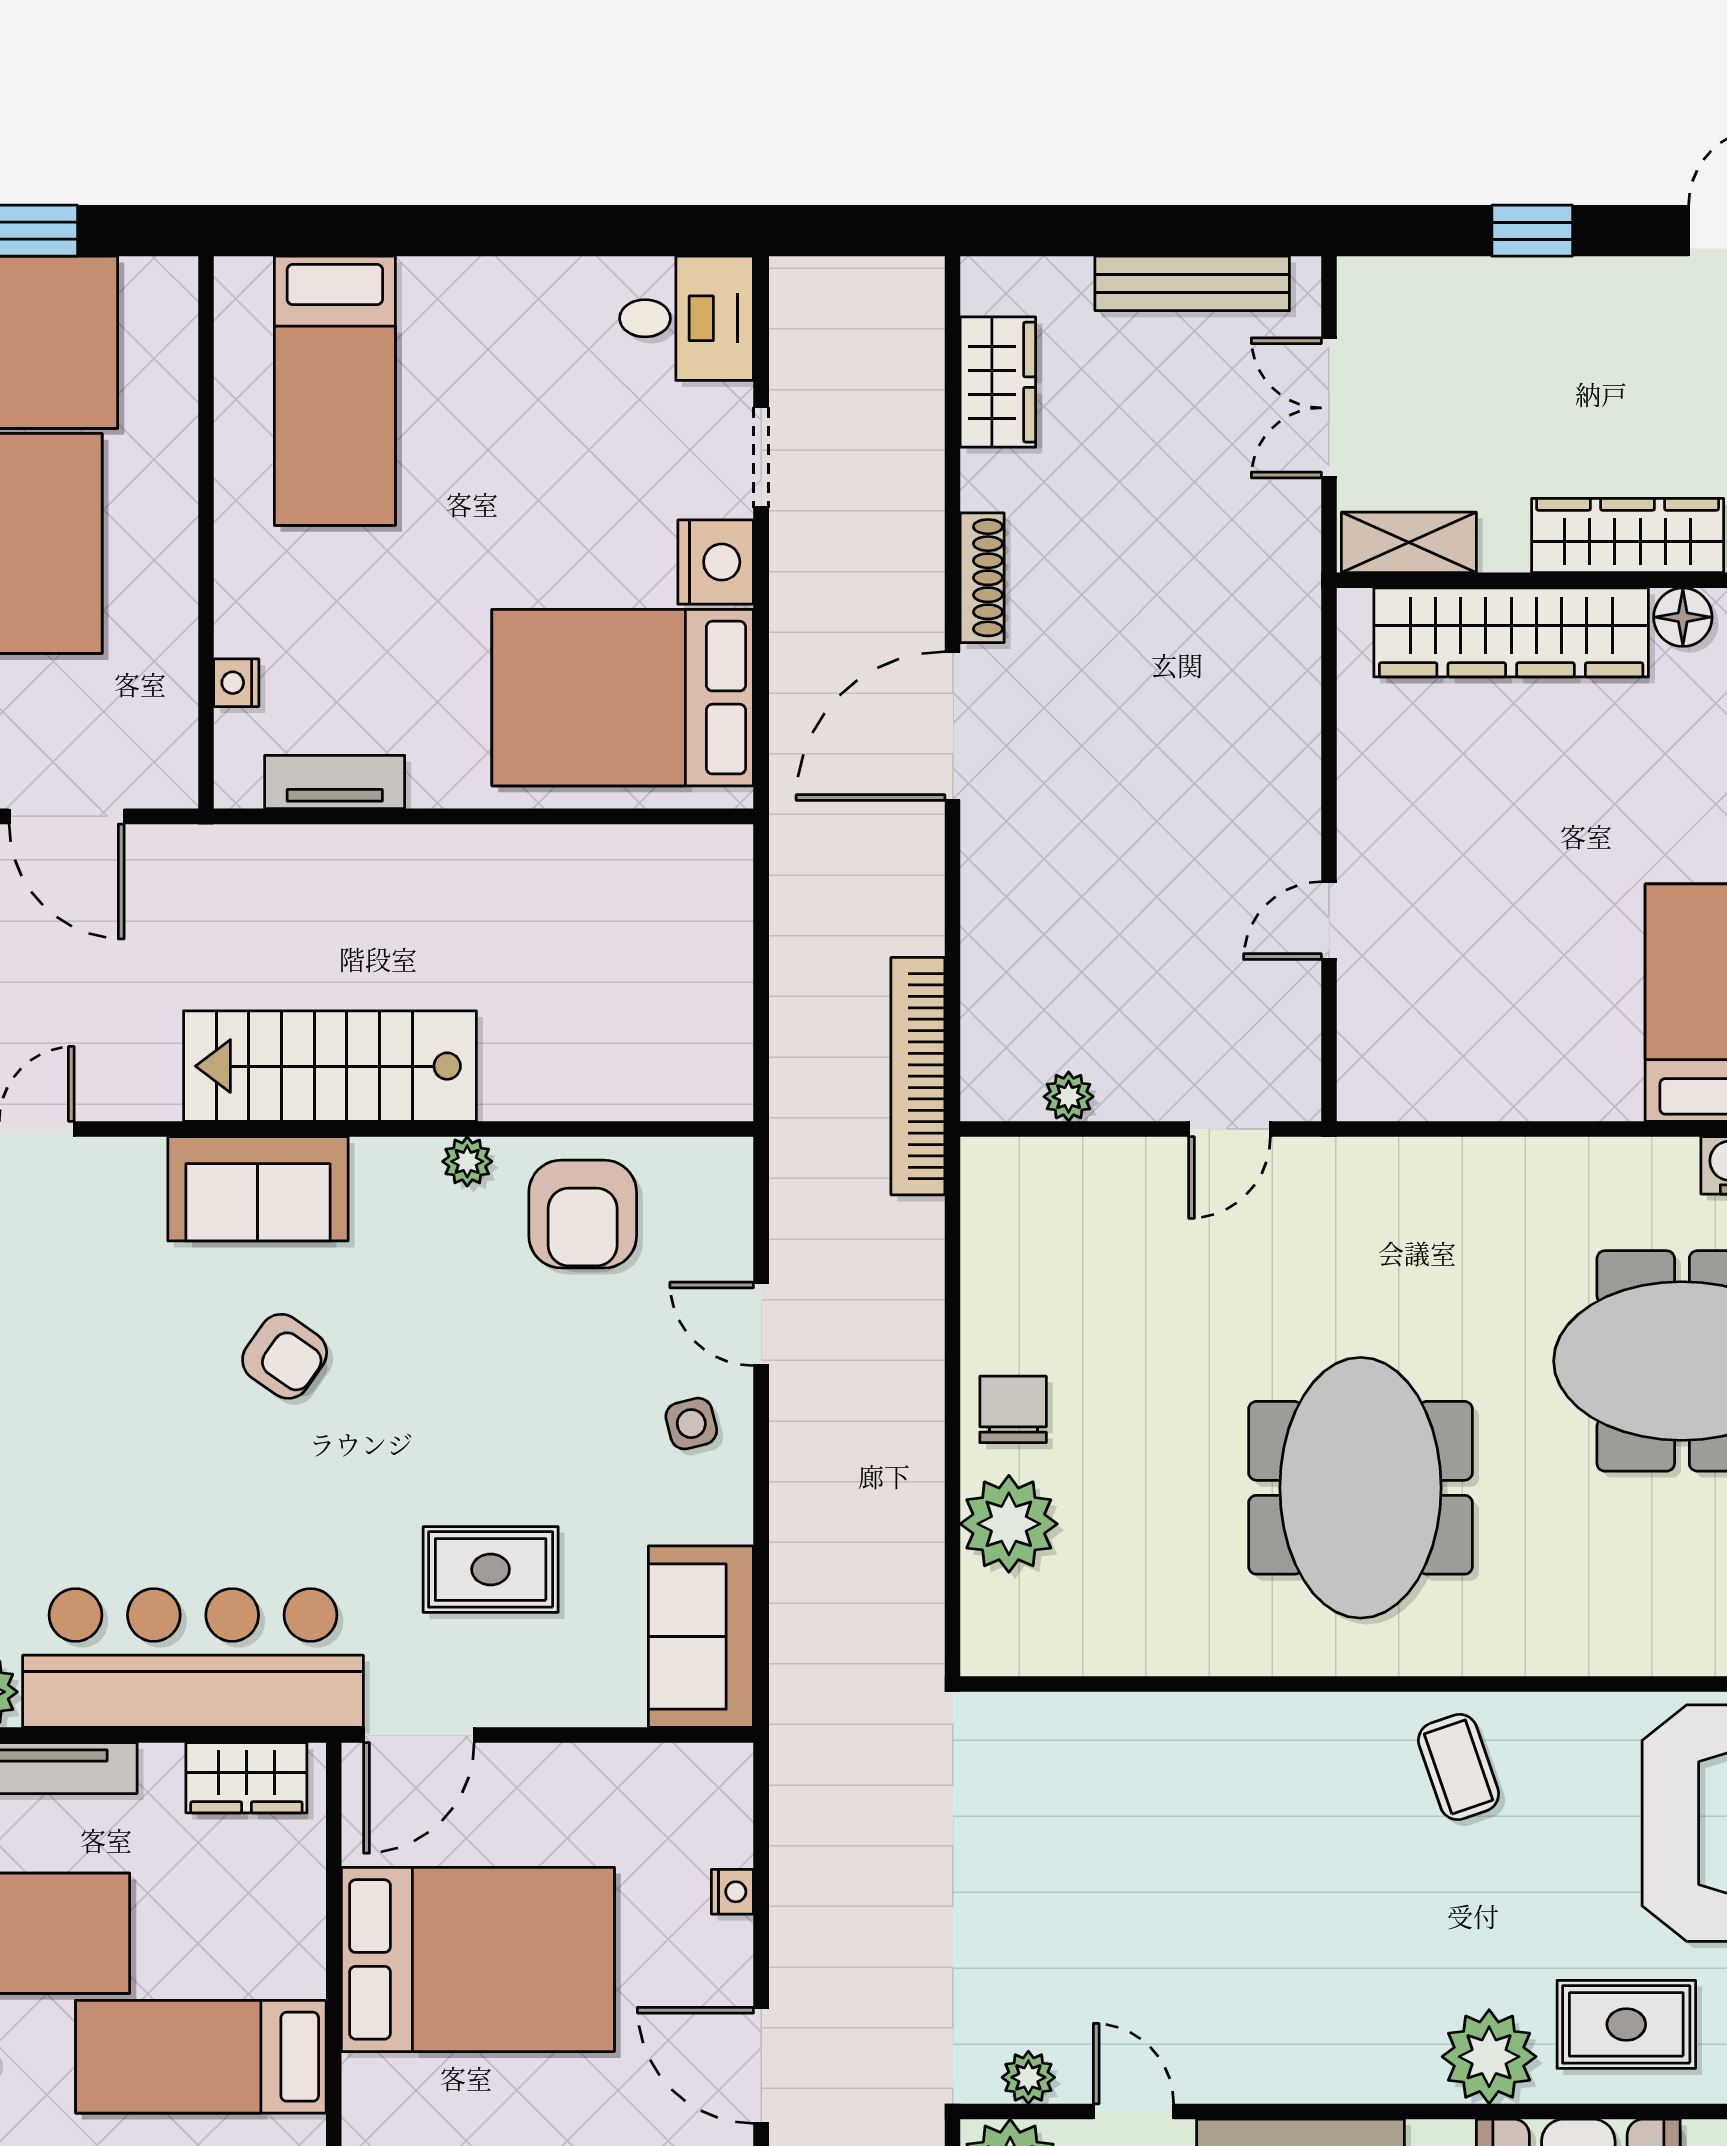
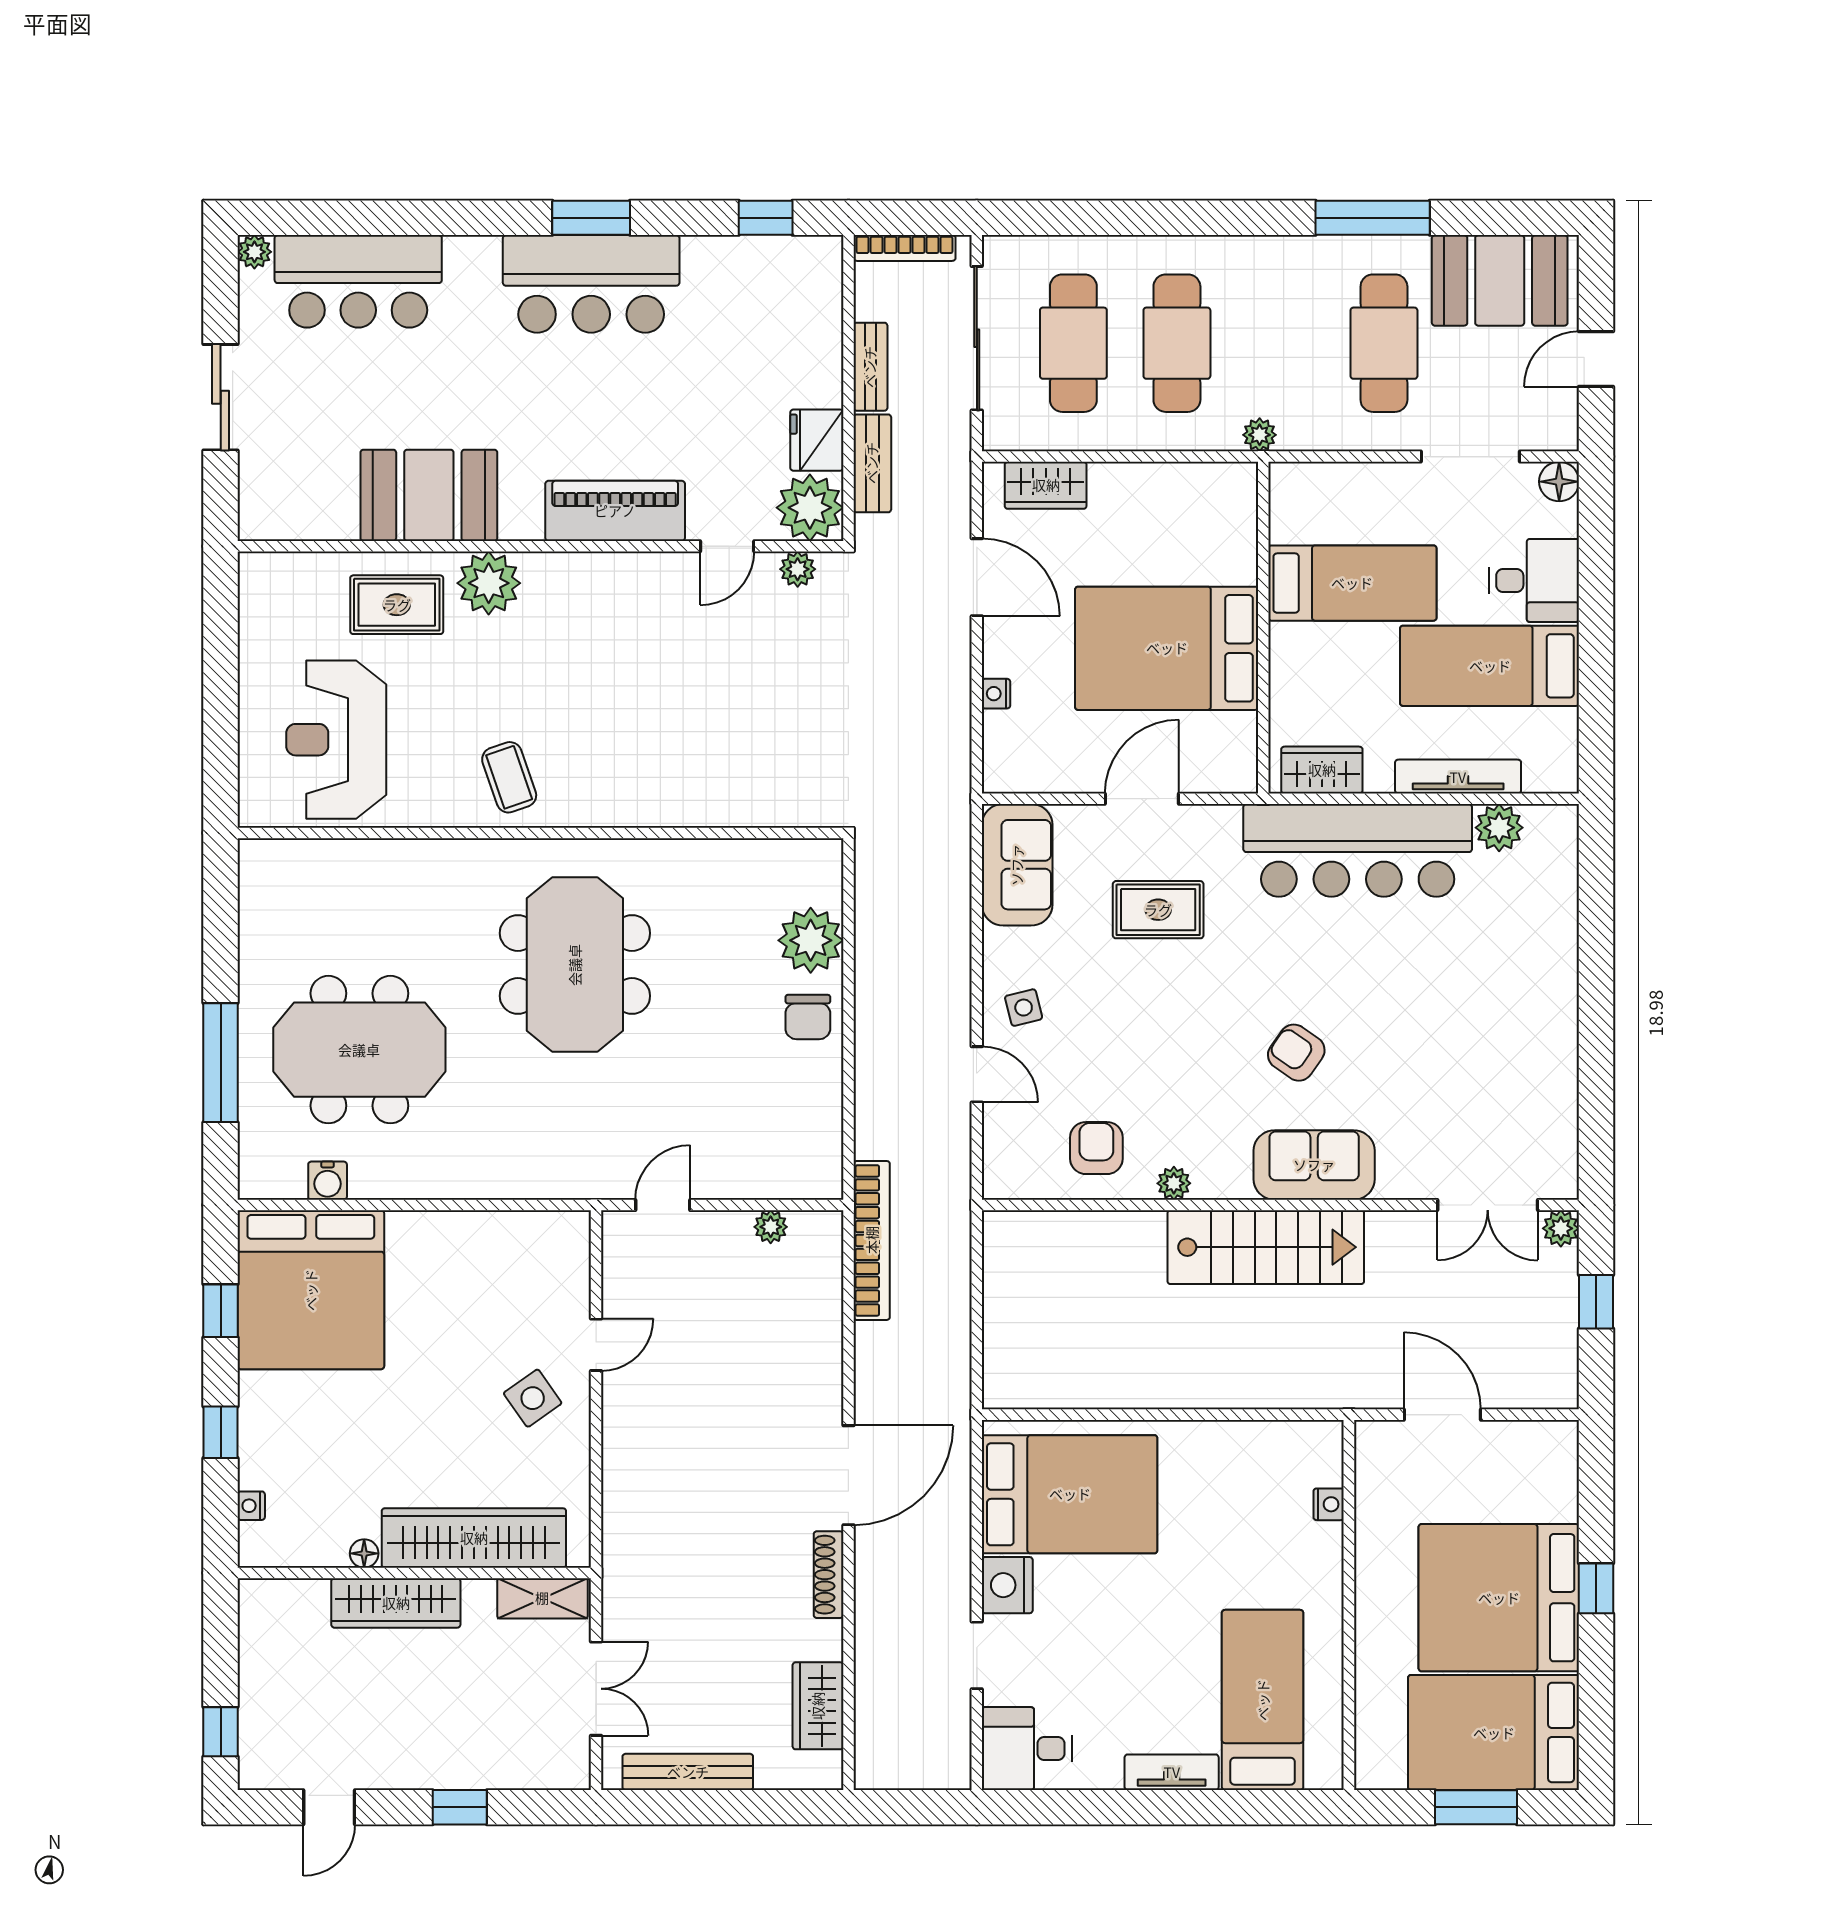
floor lamp: (1683, 617) -> (364, 1553), width x0.73, depth x0.73
tv unit: (335, 782) -> (1172, 1772), moved, turned 180
side table: (1424, 841) -> (533, 1398), added
armchair: (583, 1214) -> (1096, 1148), width x0.72, depth x0.72
door: (419, 1735) -> (1142, 799), moved
door: (1134, 2111) -> (727, 546), hinge flipped

